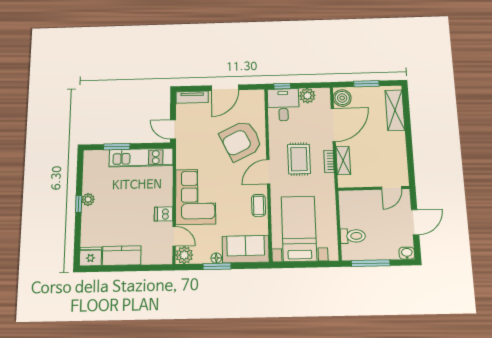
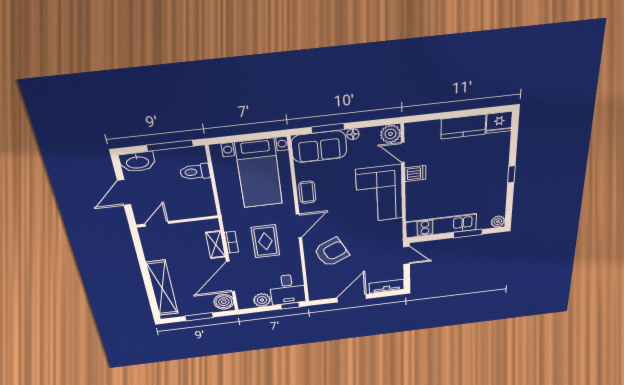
shelving: (395, 110) -> (162, 288), width x1.47
armchair: (241, 141) -> (331, 252), width x0.73, depth x0.73
plant: (88, 199) -> (498, 222), moved
washbasin: (407, 253) -> (137, 162), width x1.91, depth x1.45
window: (217, 266) -> (328, 128), moved

